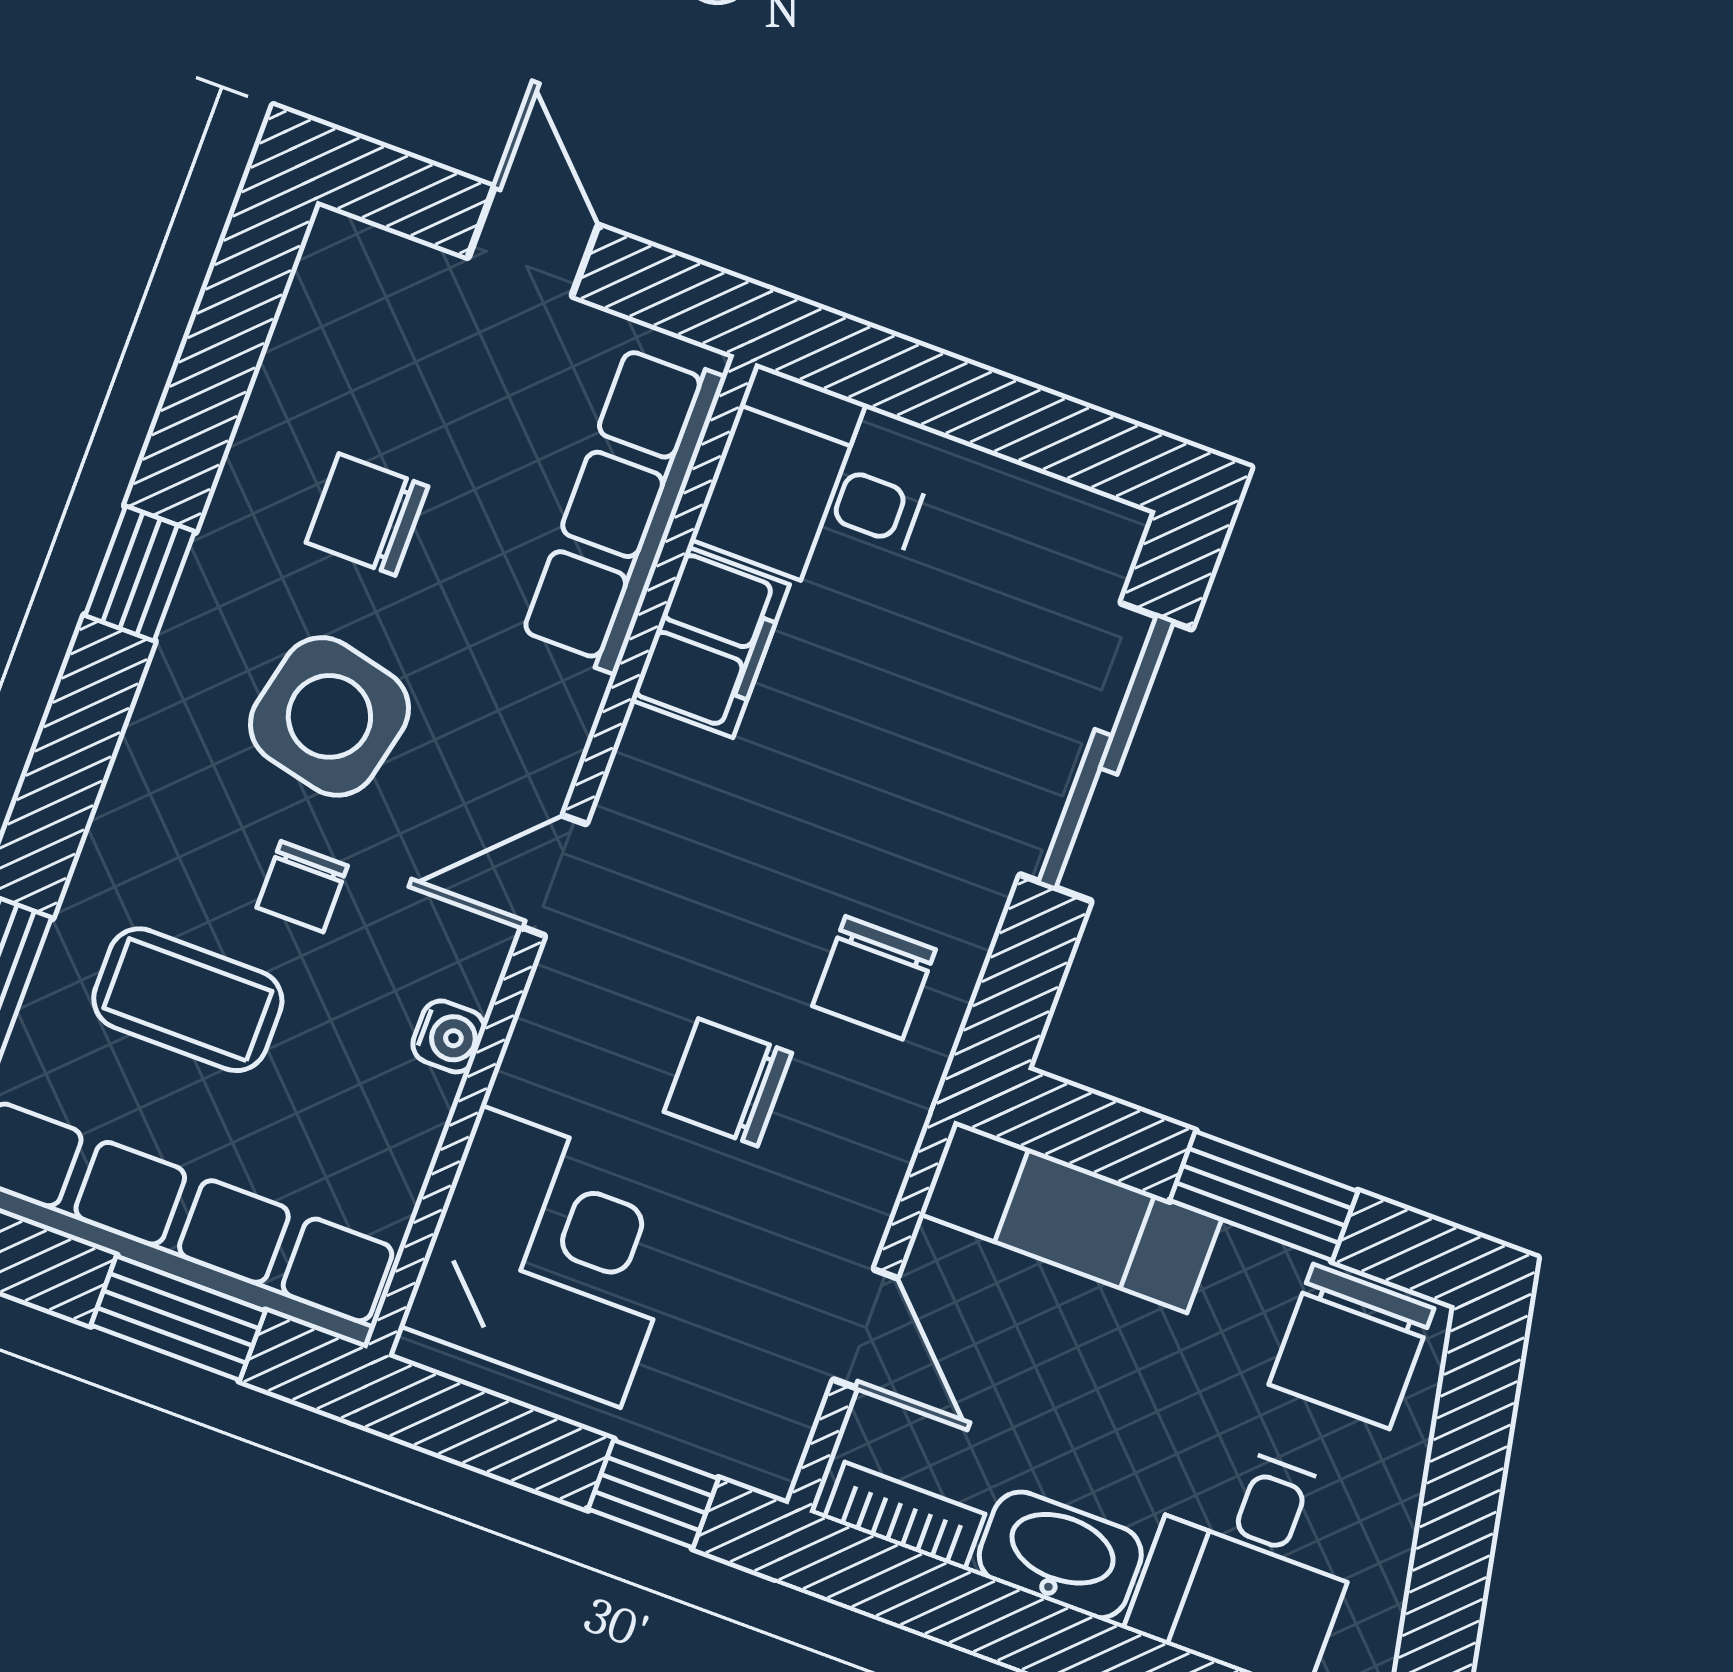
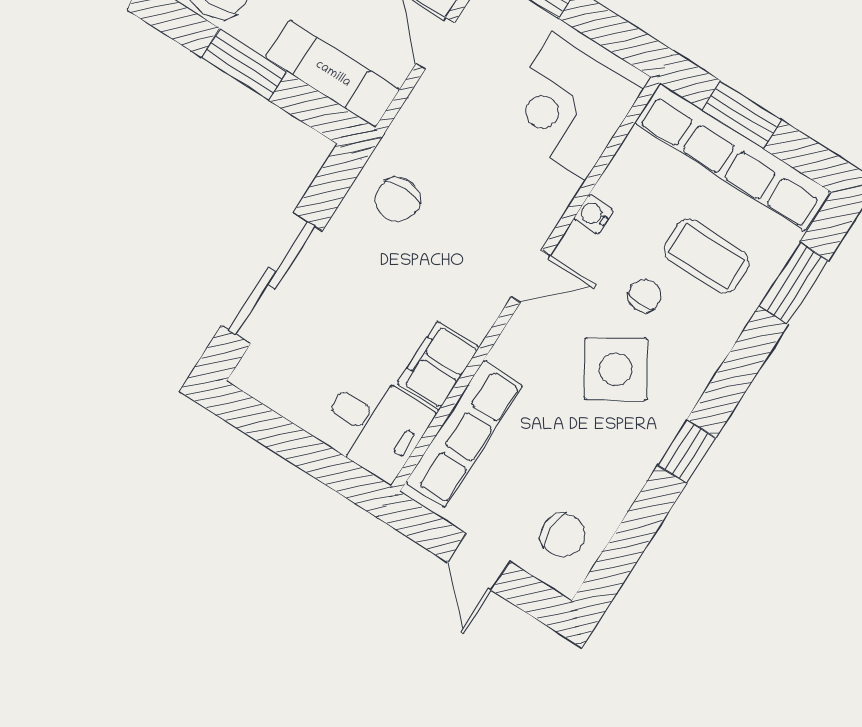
chair: (367, 515) -> (563, 535), moved
side table: (329, 716) -> (616, 369), turned 45
chair: (874, 978) -> (397, 200), turned 180
chair: (728, 1082) -> (473, 167), removed

